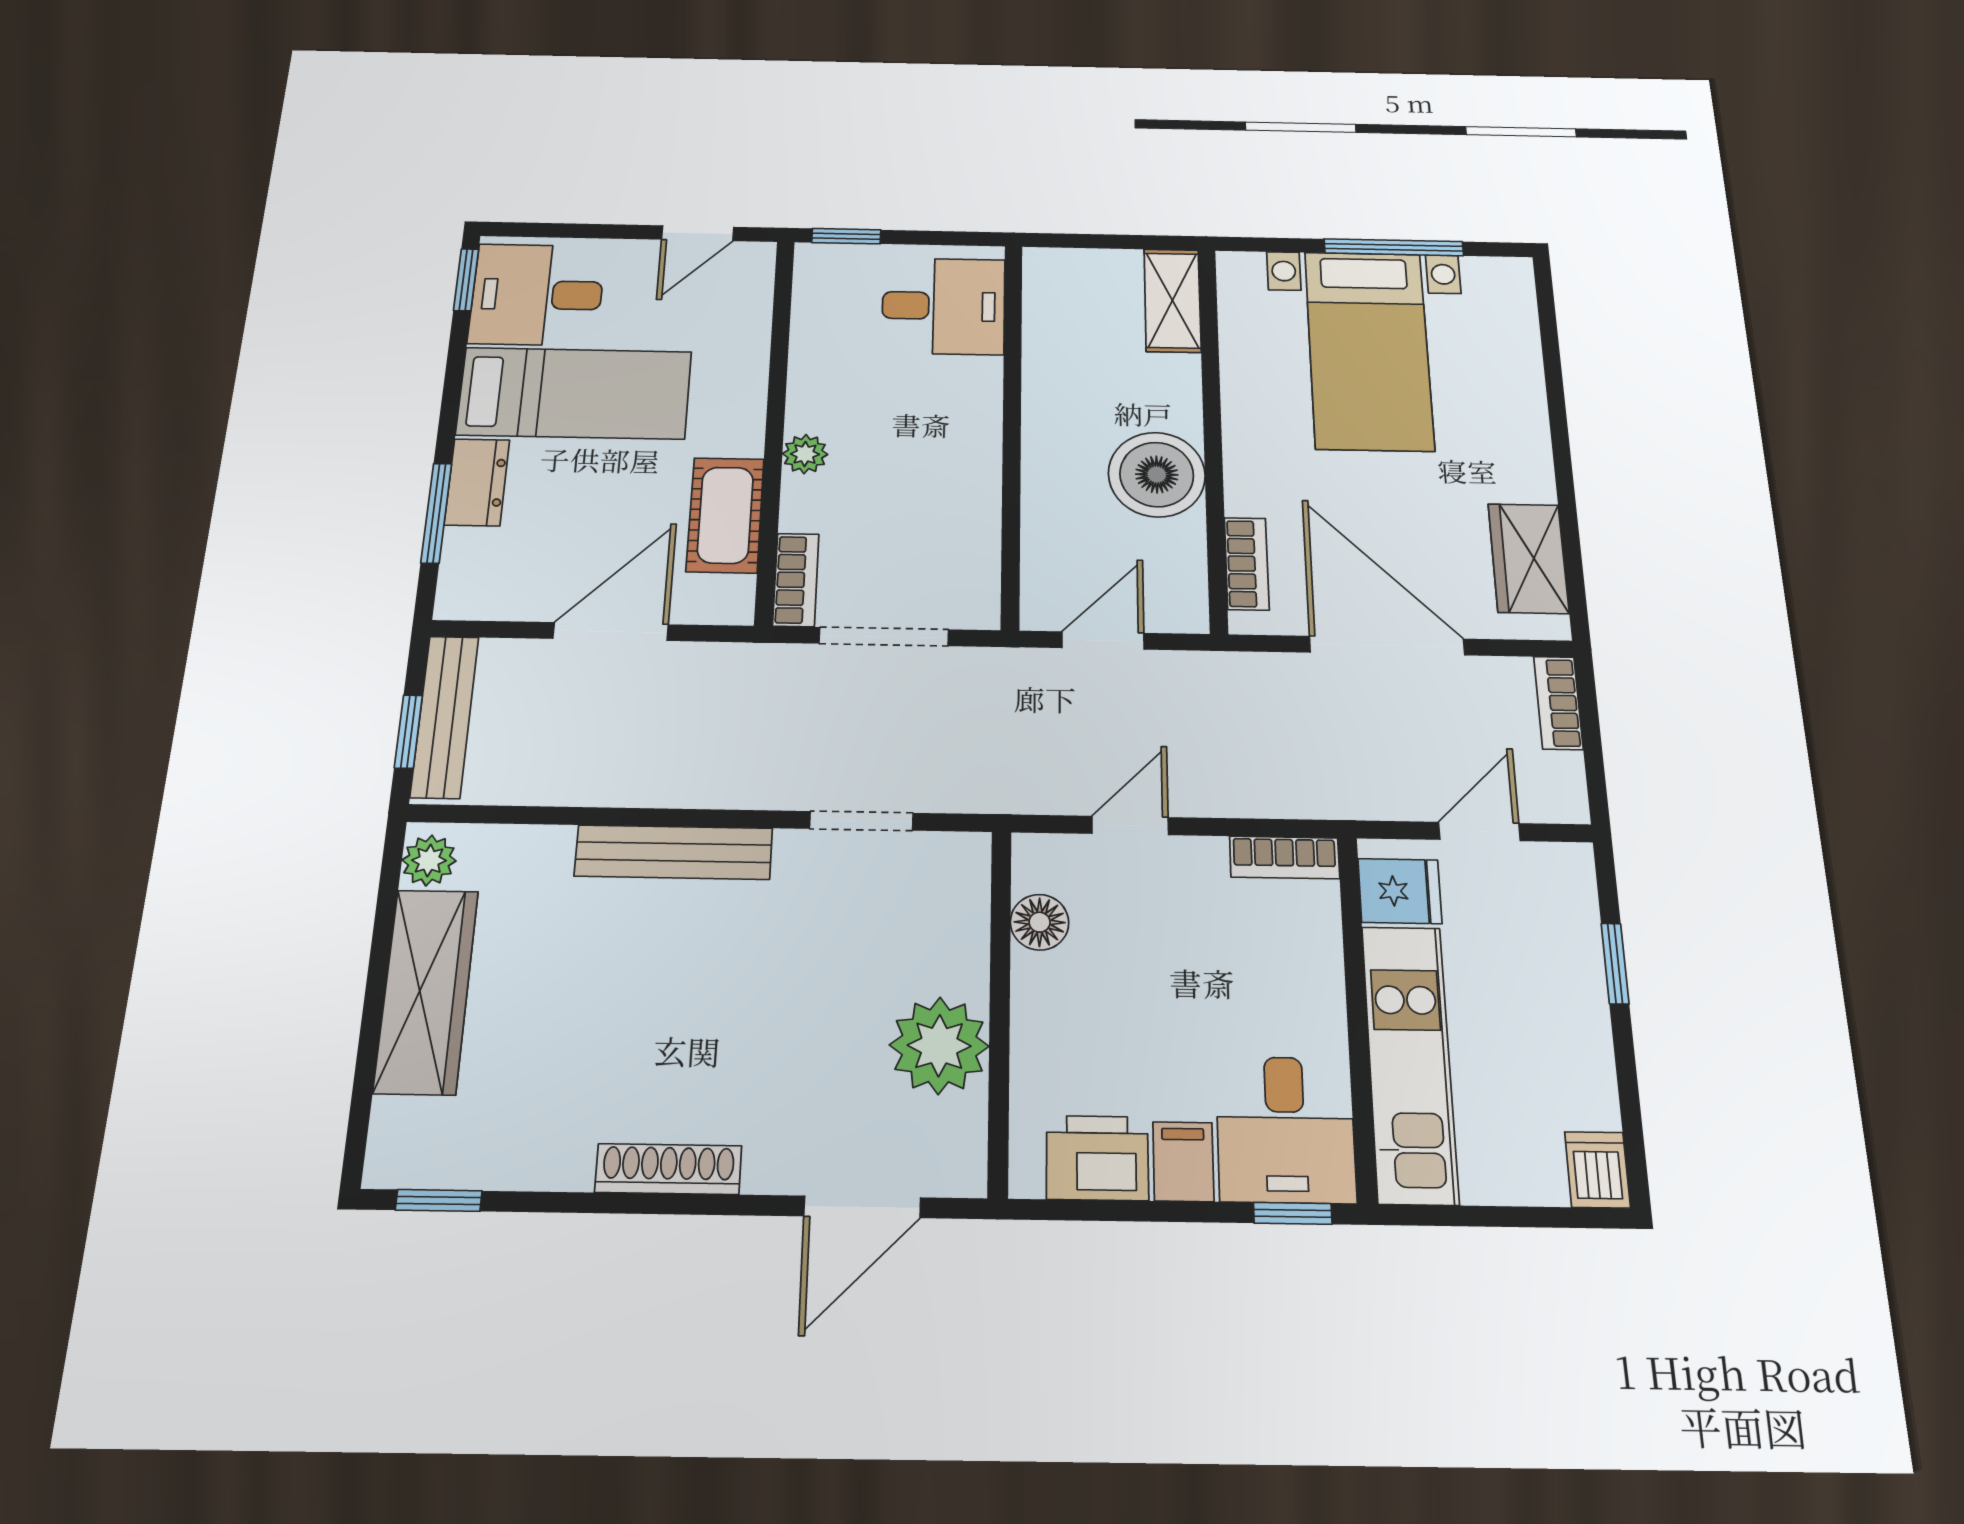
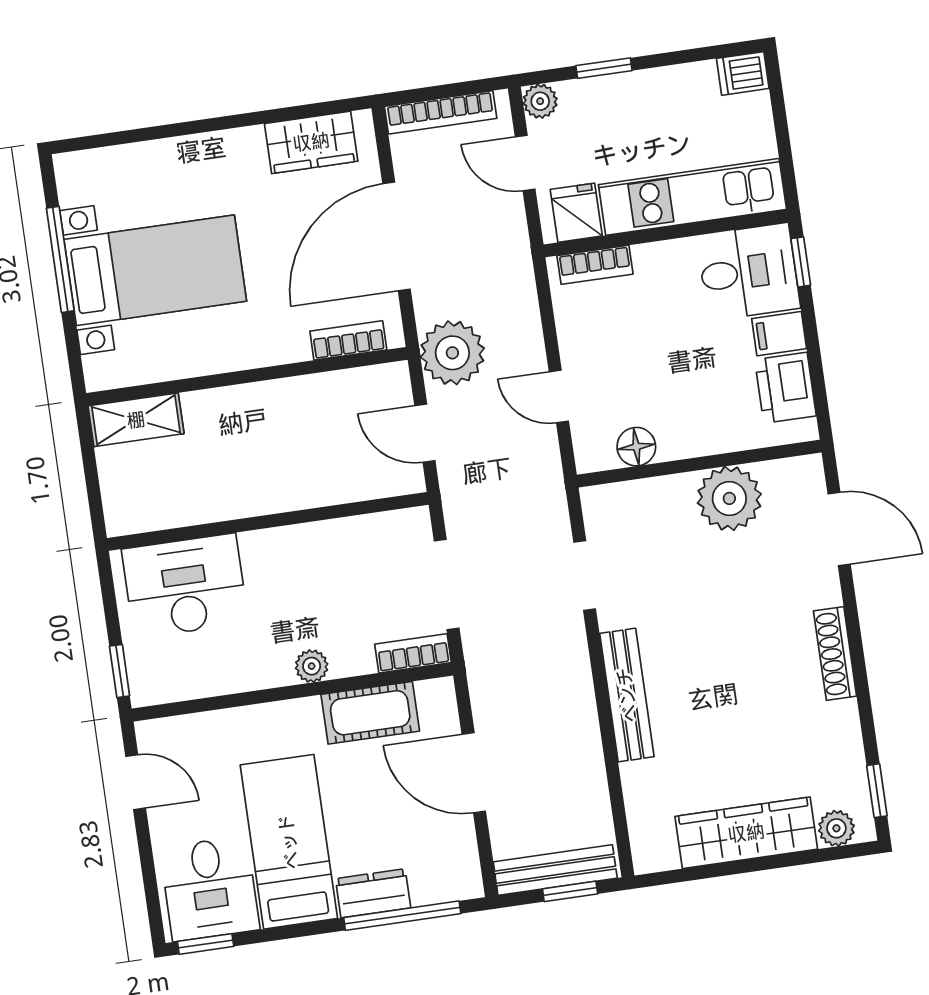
desk: (943, 306) -> (185, 586), width x1.37
boiler: (1157, 475) -> (287, 413), removed
window: (436, 513) -> (402, 916), width x1.44
plant: (1213, 693) -> (452, 353), added
bookcase: (1558, 703) -> (441, 112), width x1.56
bookcase: (1284, 857) -> (595, 265), moved, turned 90
plant: (429, 860) -> (836, 828), moved
plant: (1570, 866) -> (540, 101), added

